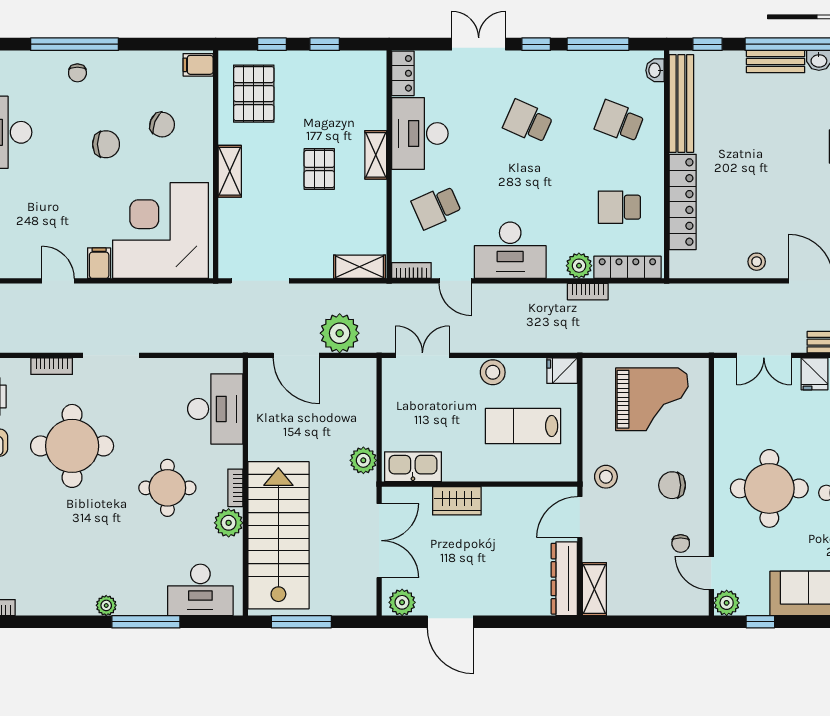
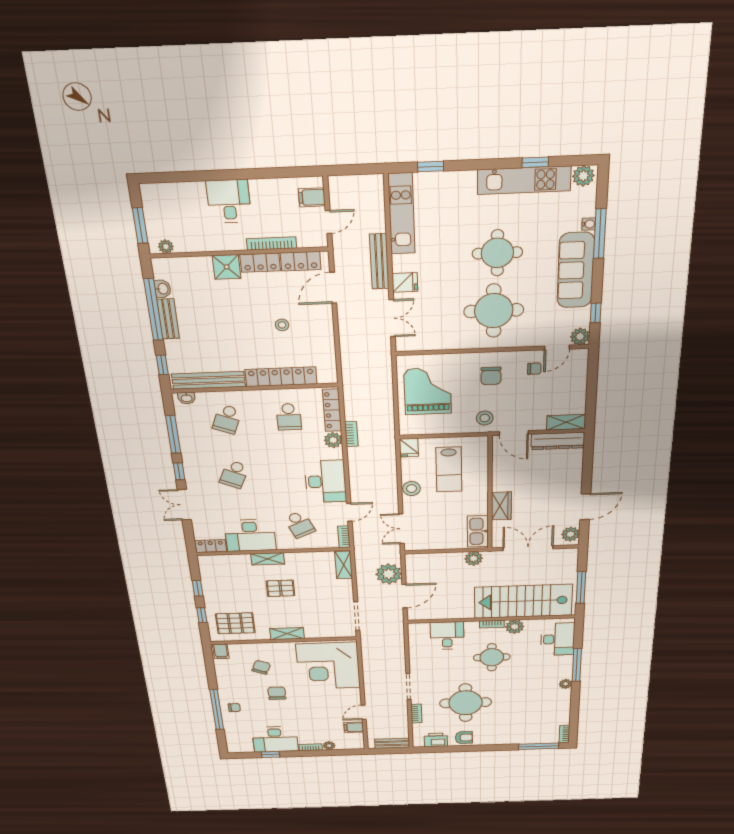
stool: (757, 262) -> (282, 325), moved
filing cabinet: (99, 263) -> (354, 727), moved
desk: (215, 409) -> (447, 636), width x0.73

